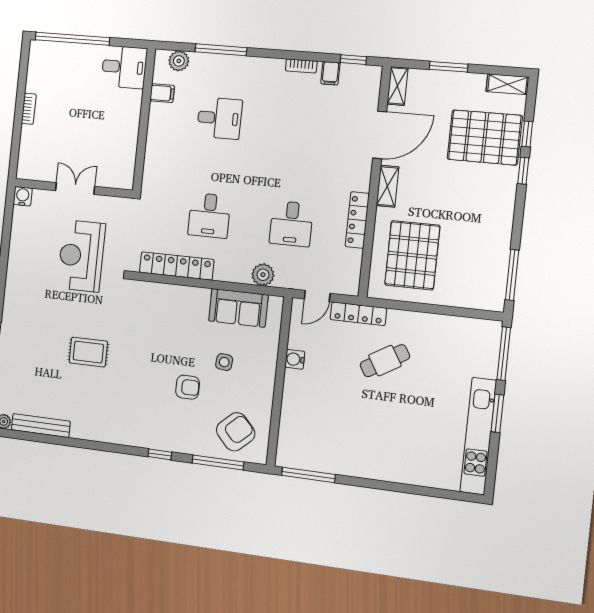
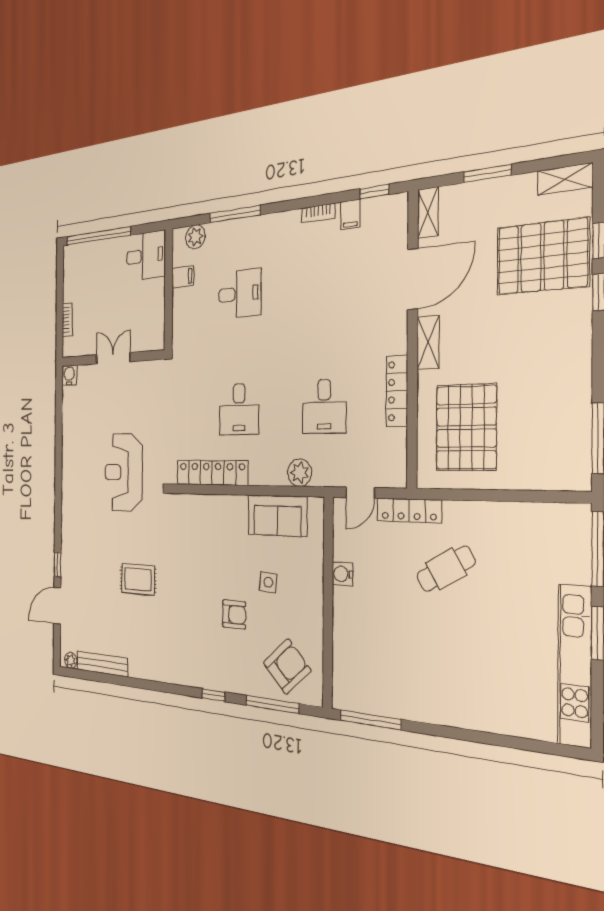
wall: (73, 188) -> (112, 358), moved
double door: (75, 188) -> (113, 358), moved
water cooler: (23, 196) -> (69, 375), moved

